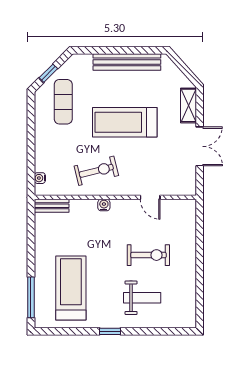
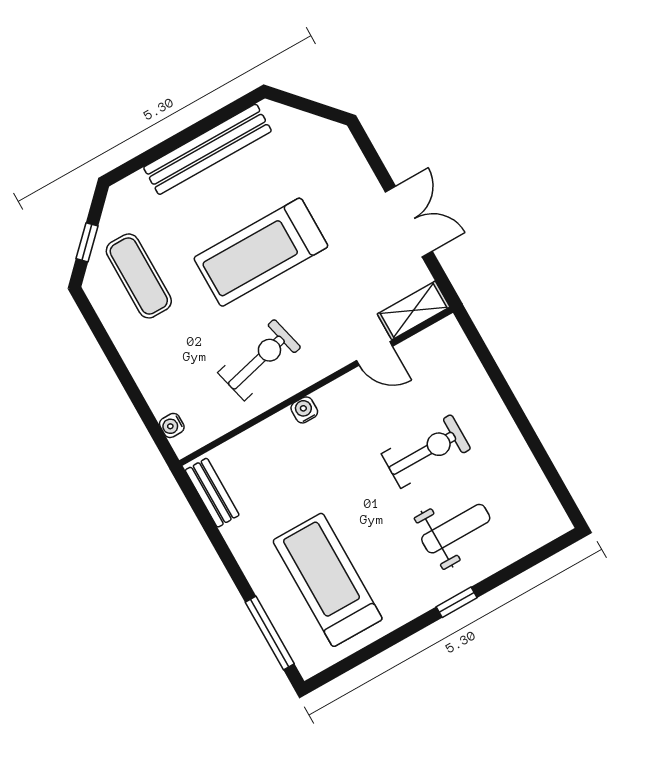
shelving: (189, 105) -> (414, 310), moved, turned 90
bench: (52, 206) -> (212, 493), moved, turned 90
window: (110, 331) -> (457, 602), moved

